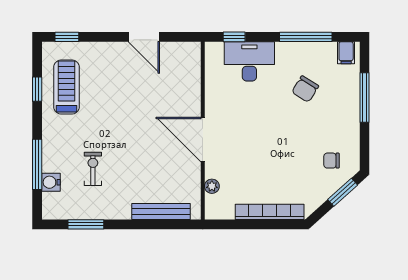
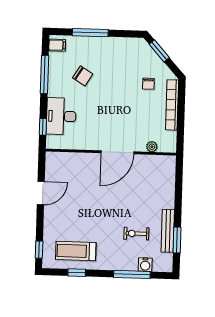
chair: (331, 161) -> (148, 84), moved
bench: (161, 211) -> (168, 231), moved

